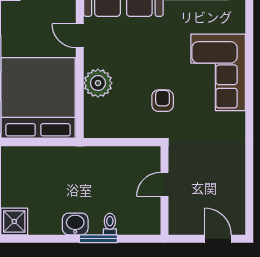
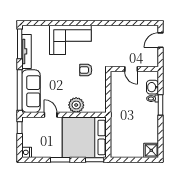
door: (80, 36) -> (51, 115), swing flipped
washbasin: (75, 224) -> (152, 87), moved

